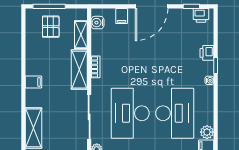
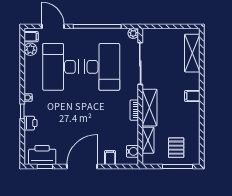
printer: (201, 15) -> (42, 155), width x1.87, depth x1.48

